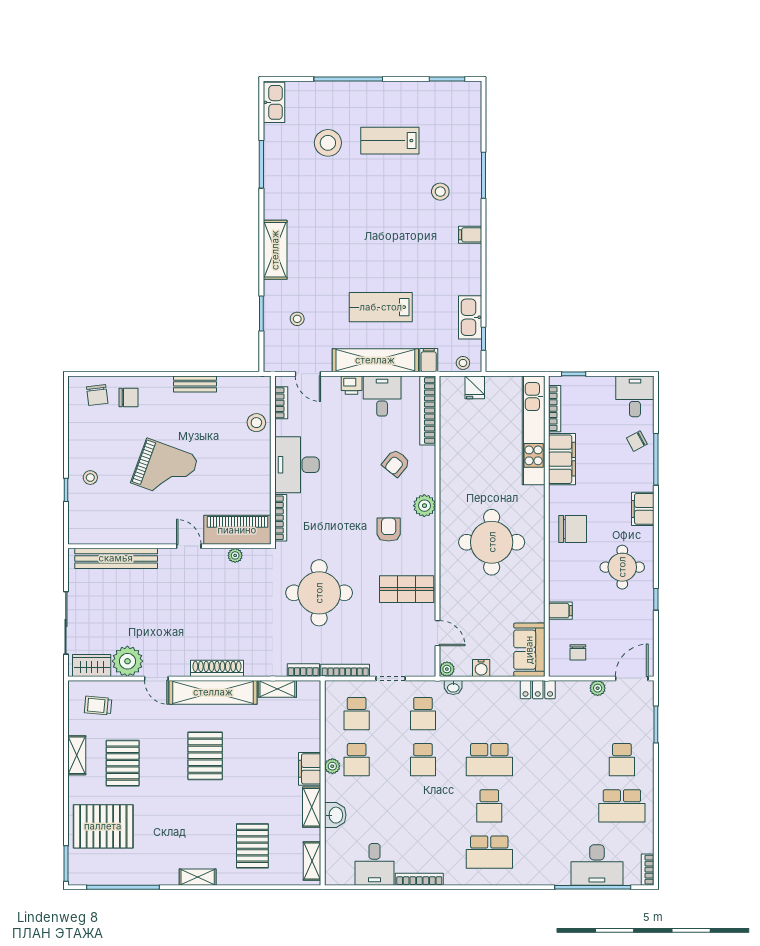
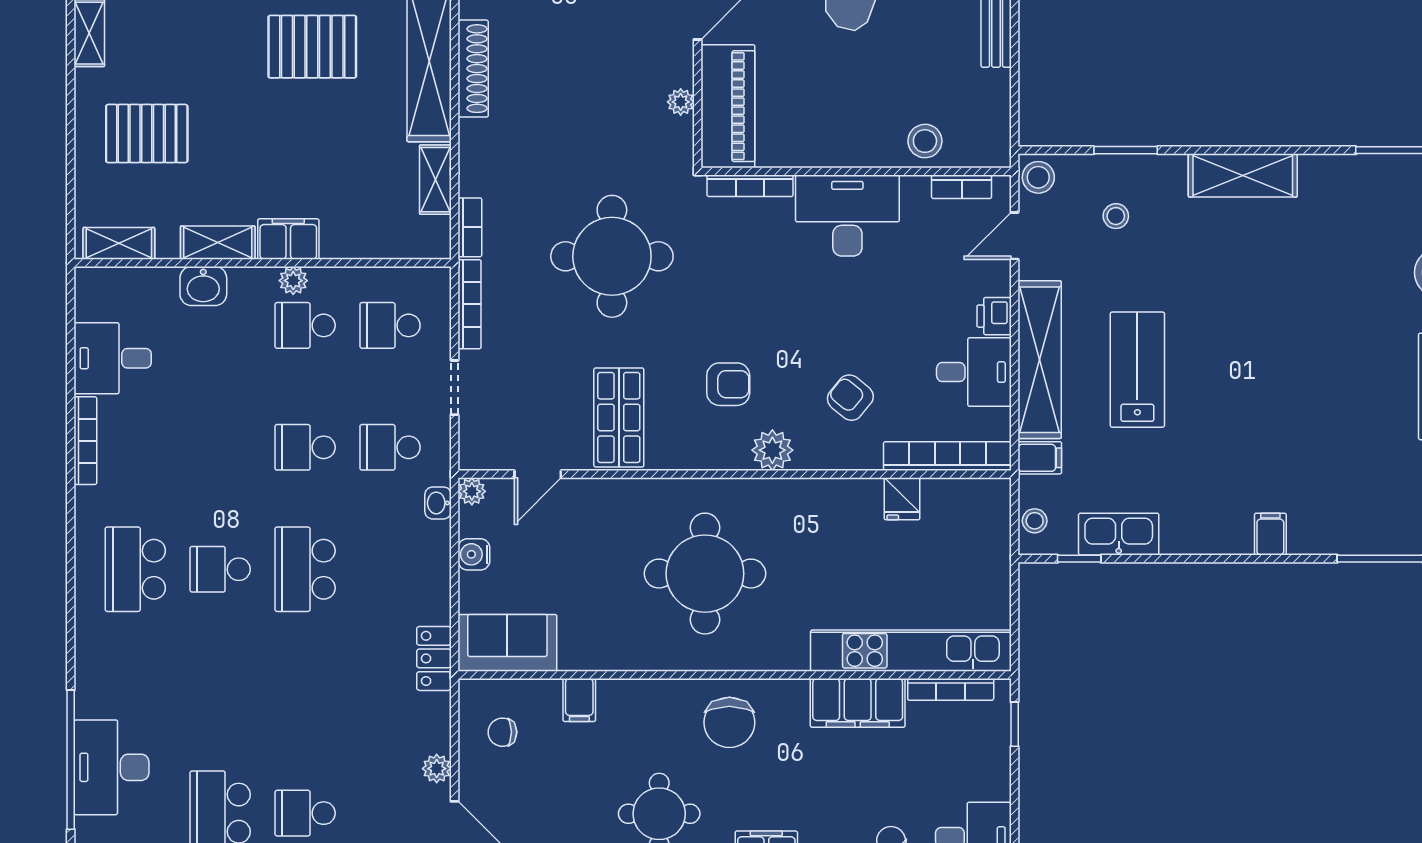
stool: (440, 192) -> (1038, 177), moved
fridge: (475, 387) -> (902, 499), moved, turned -90

